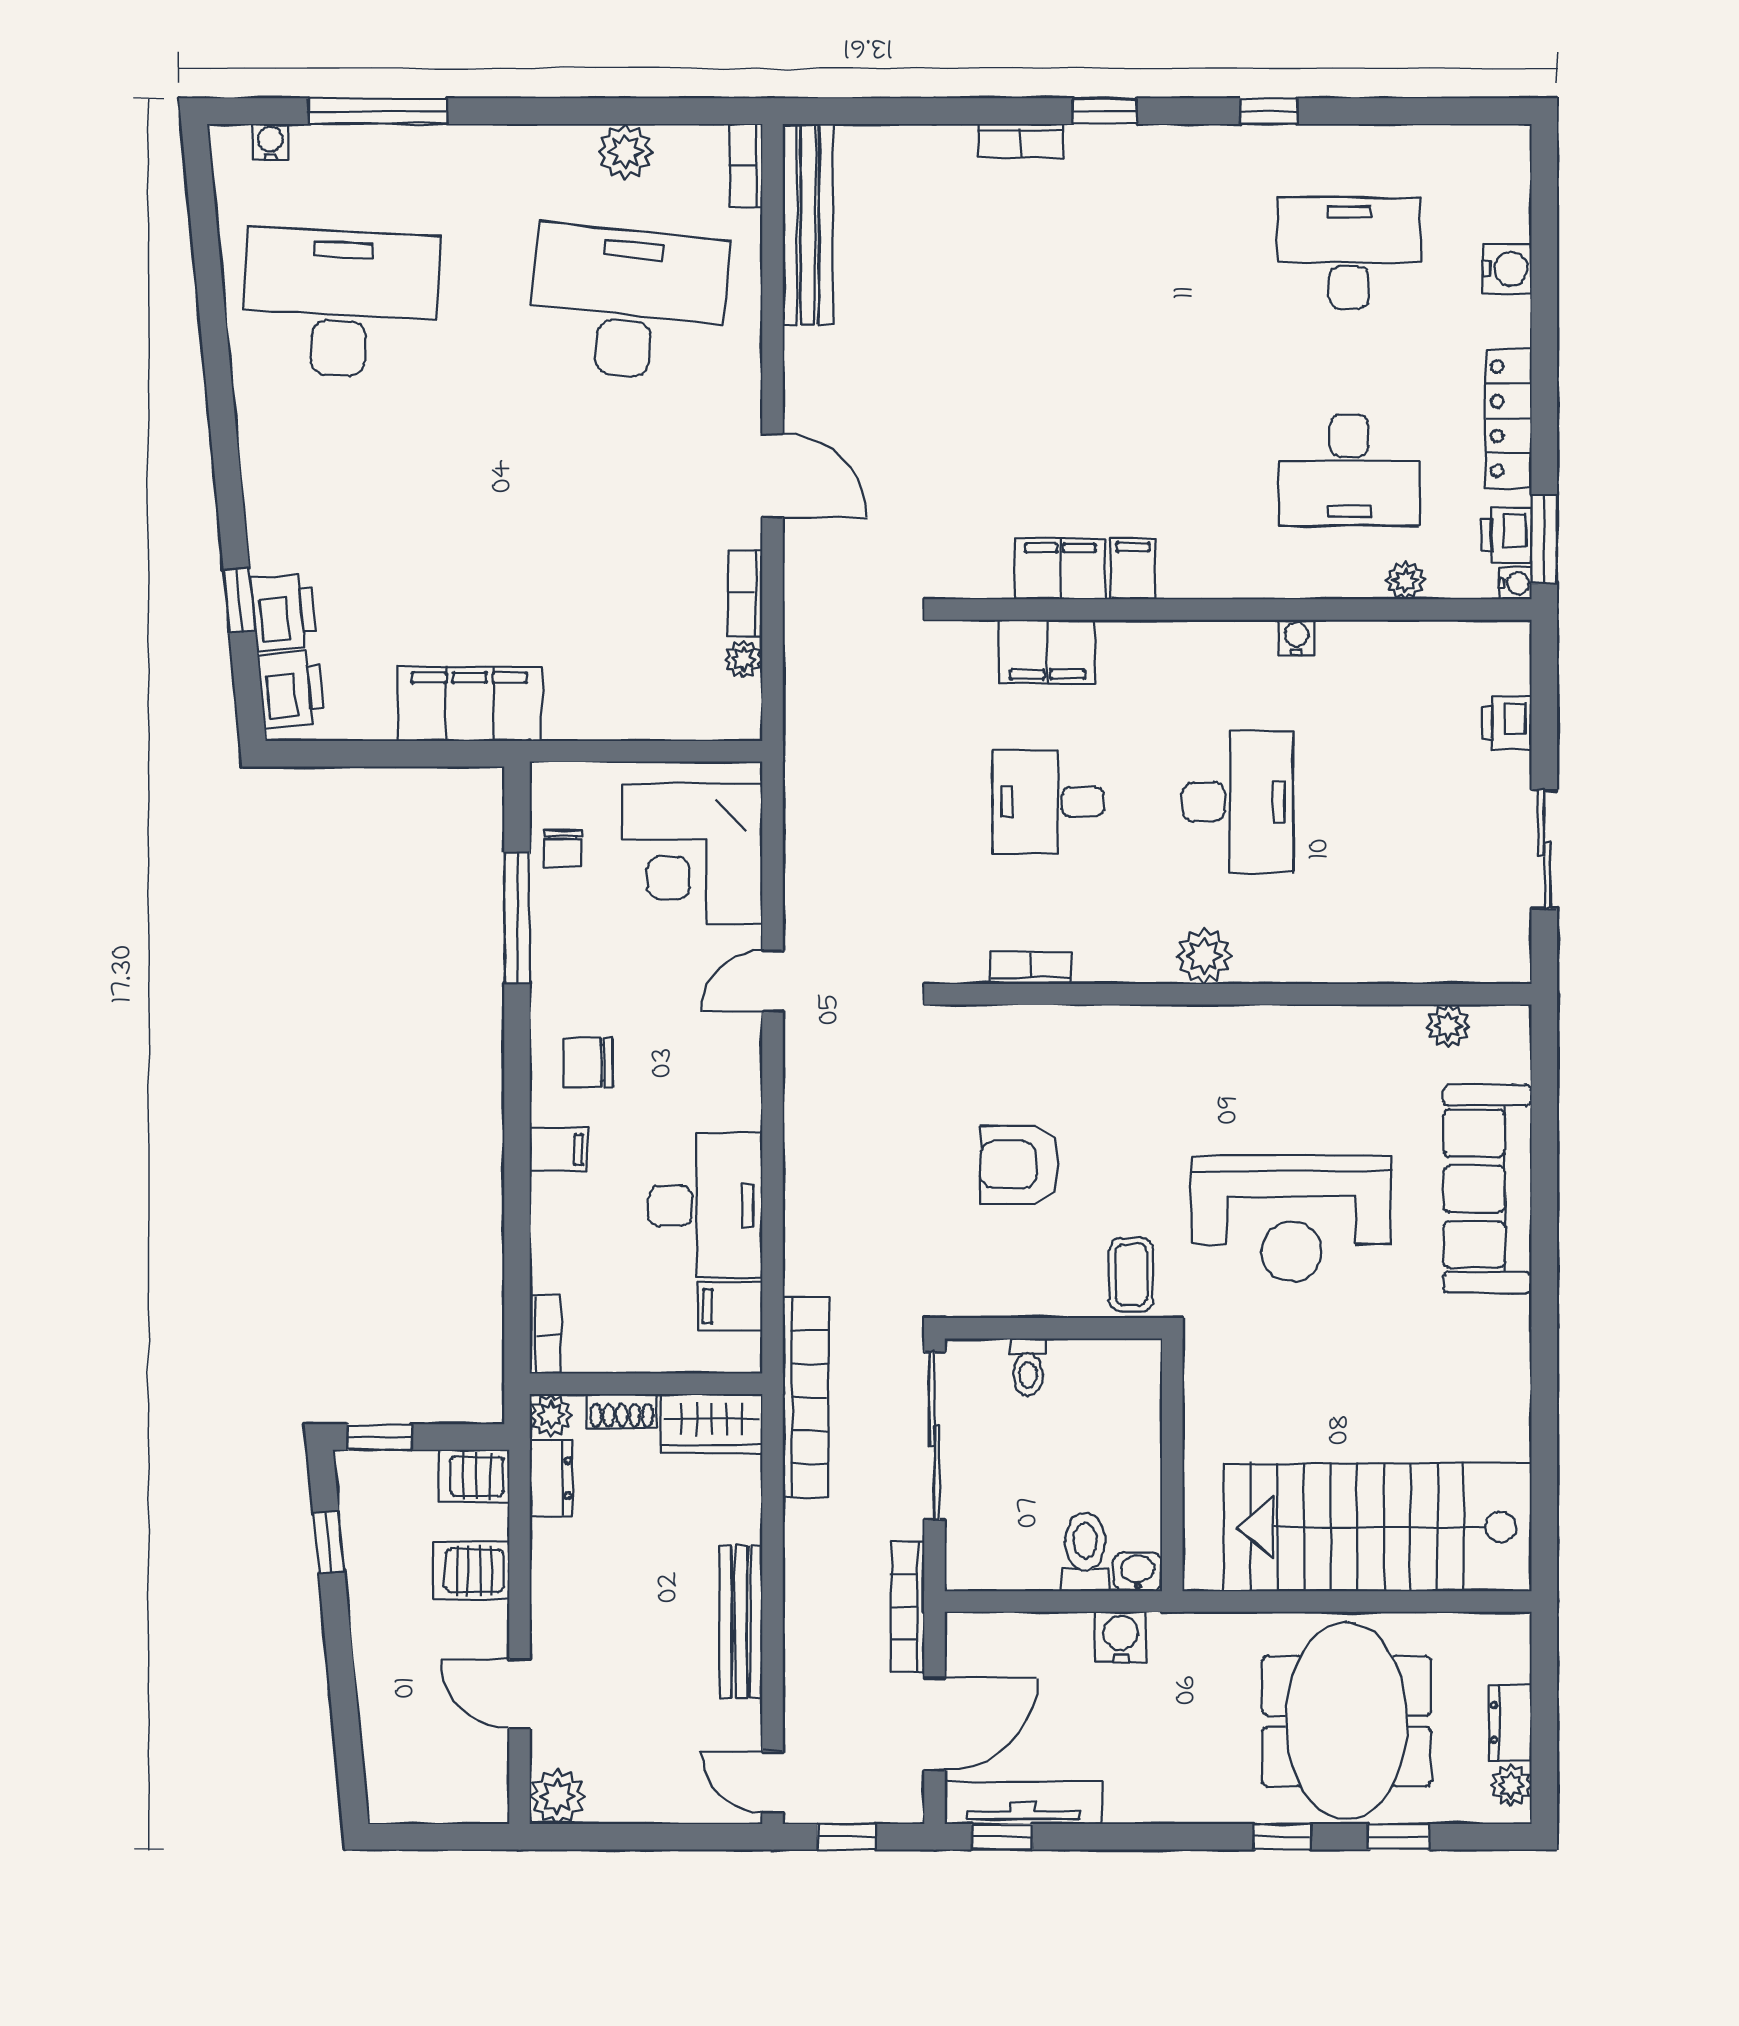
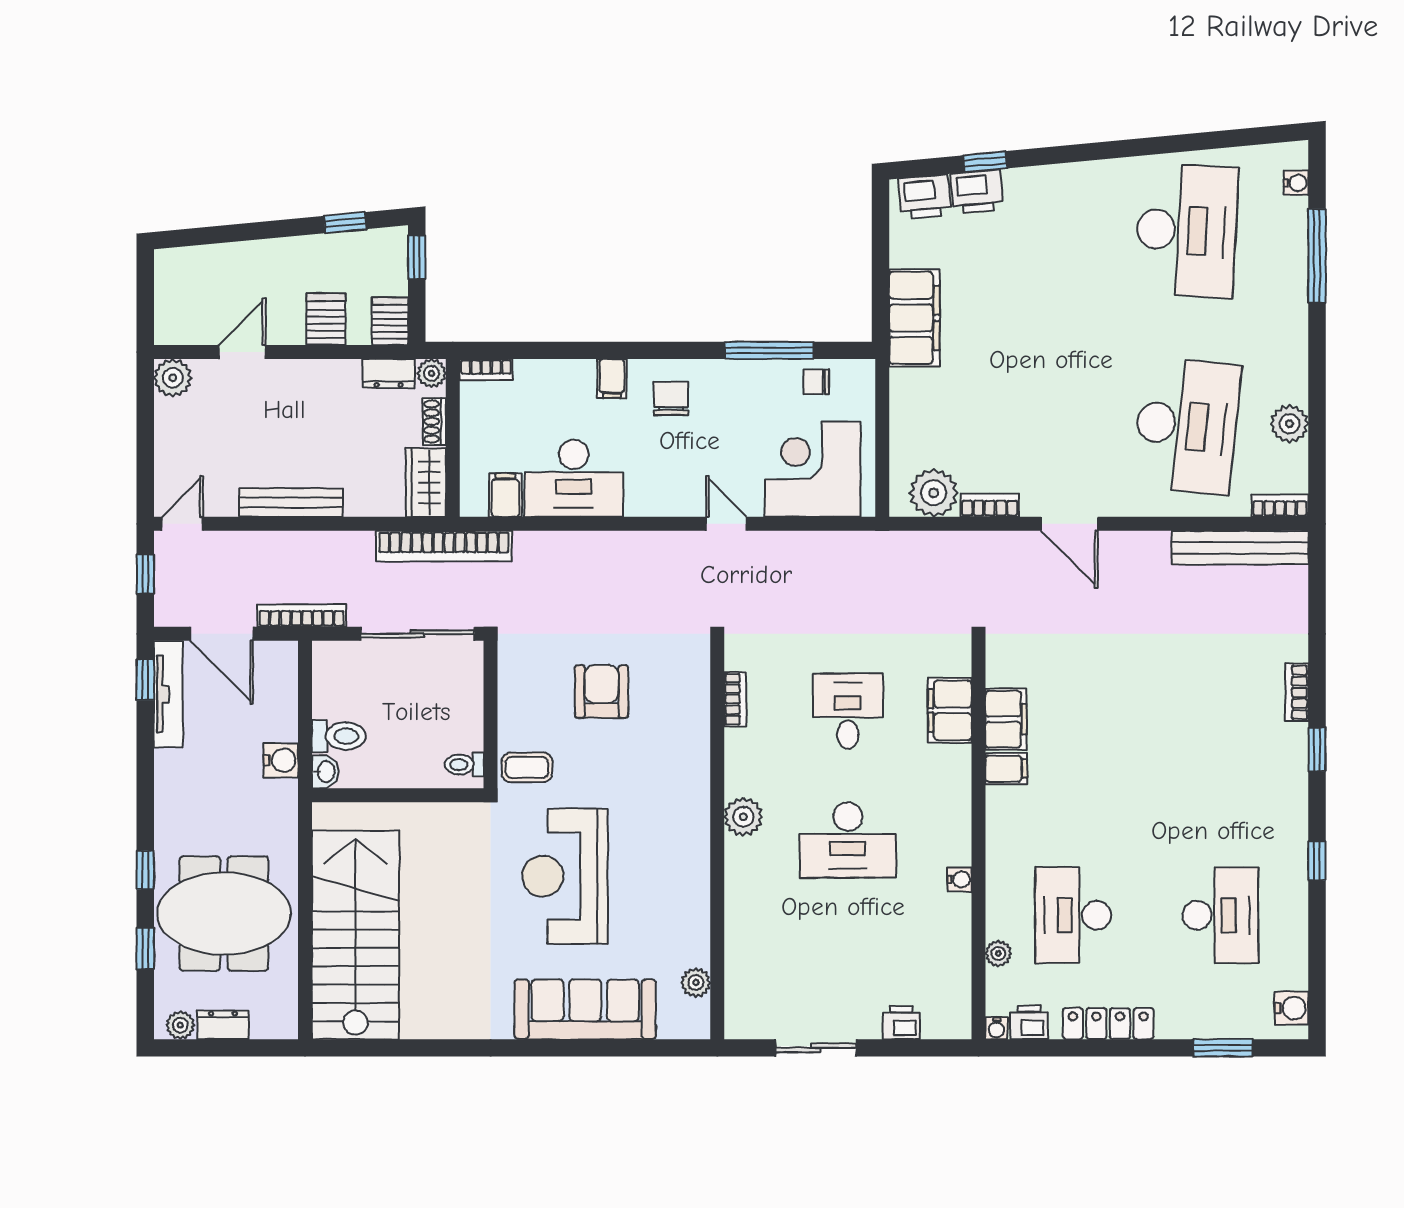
water cooler: (1507, 269) -> (1292, 1008), moved, turned -90
door: (773, 476) -> (1069, 524), hinge flipped
window: (1544, 539) -> (1223, 1048), moved
plant: (744, 659) -> (934, 493), width x1.88, depth x1.88
toilet: (1028, 1367) -> (464, 765), moved

